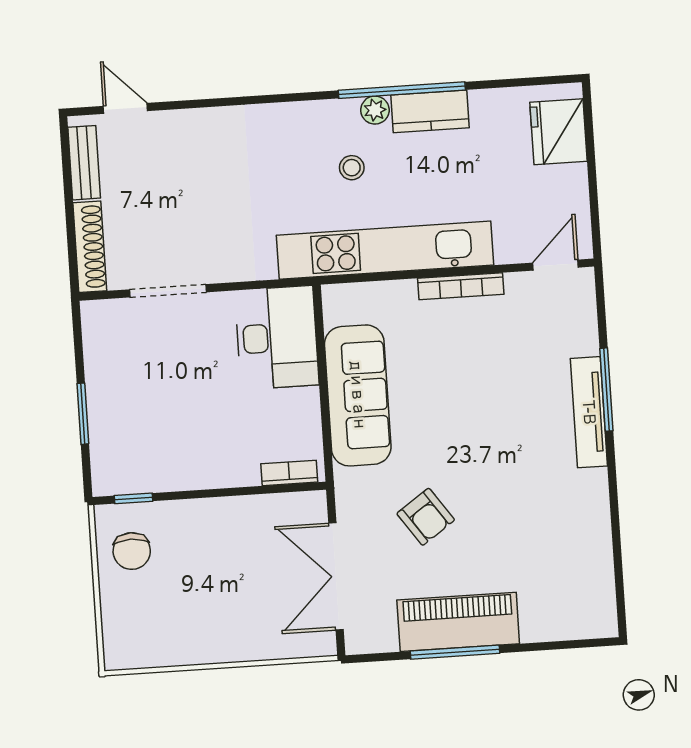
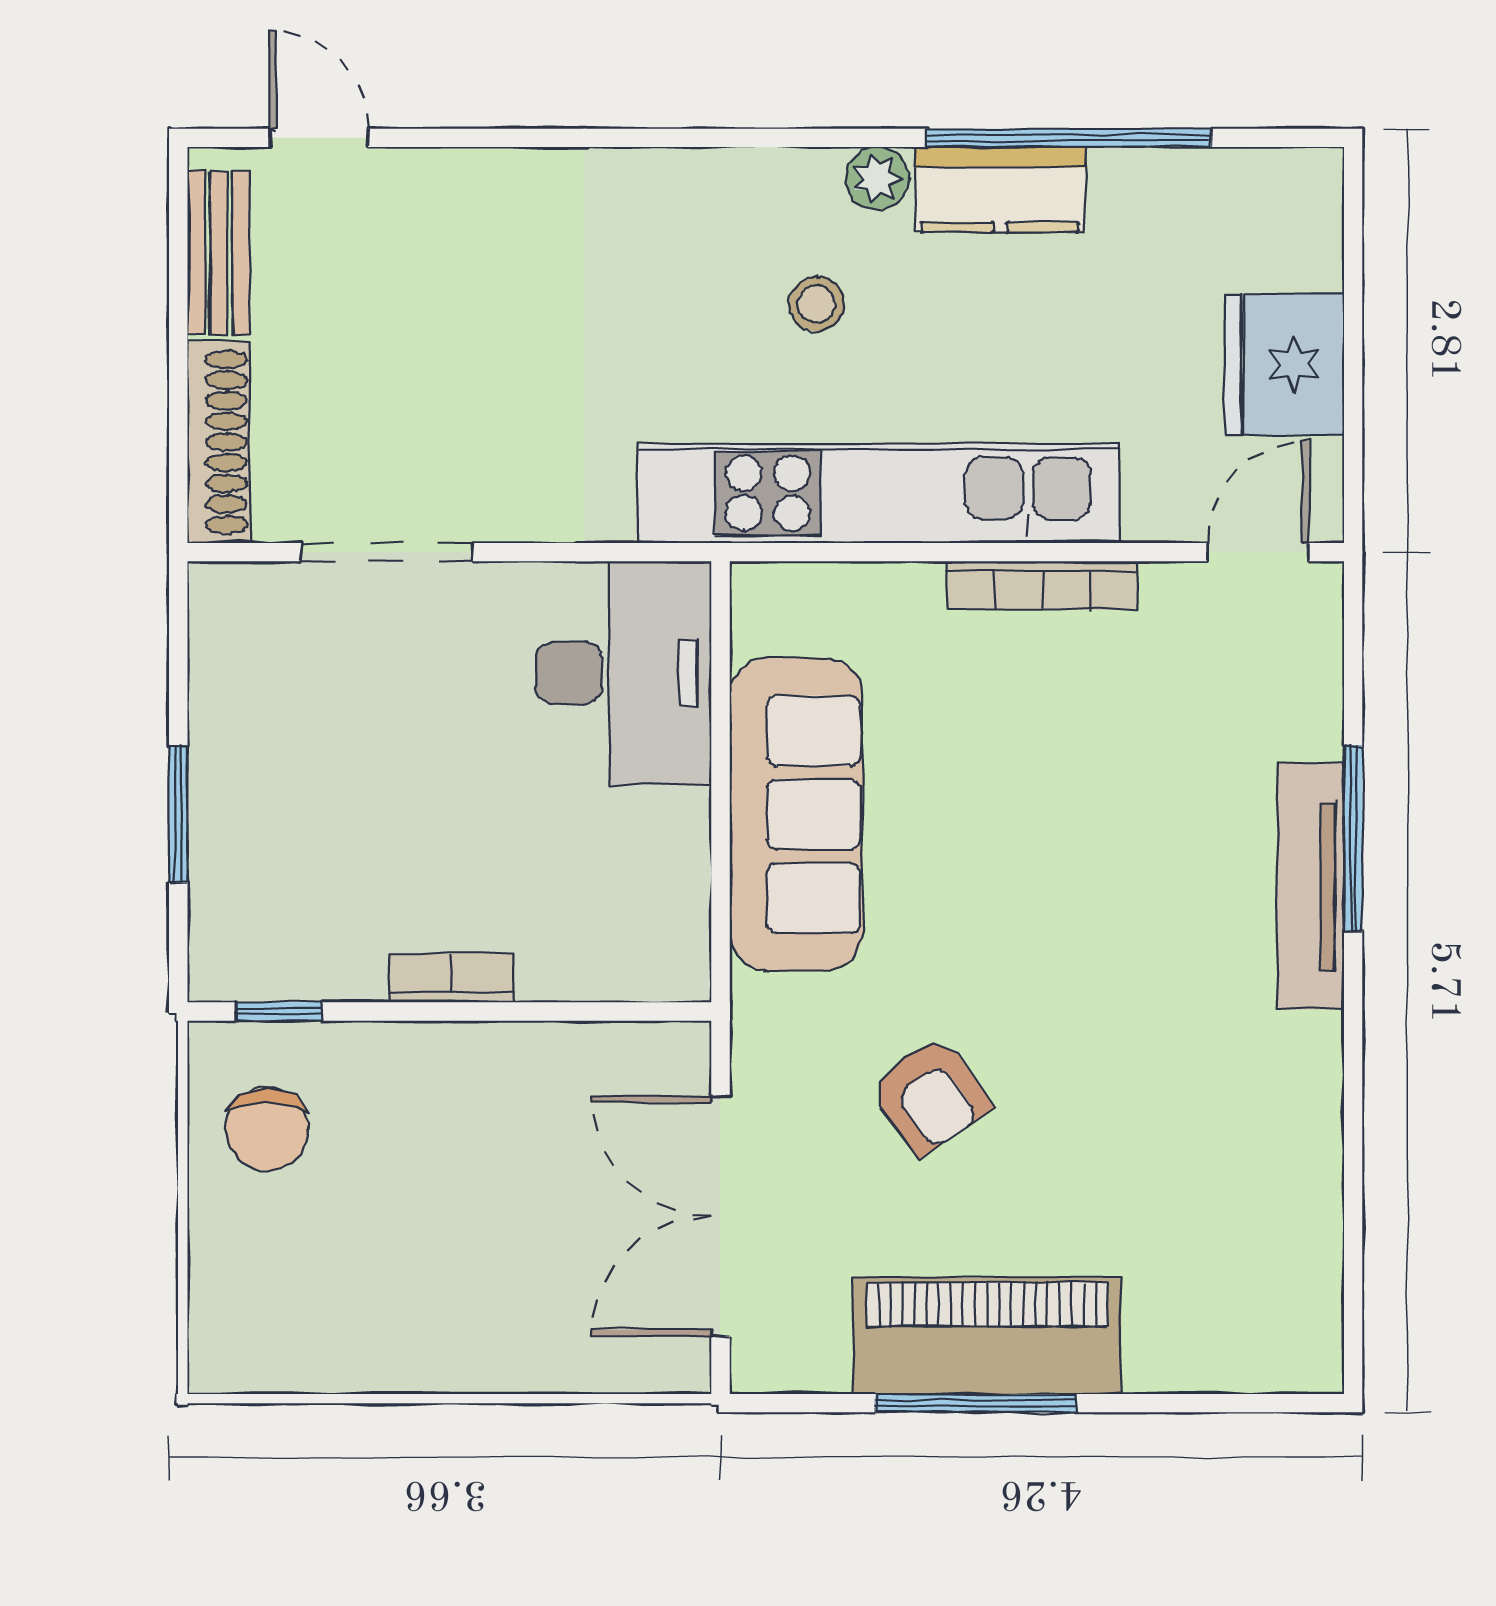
window: (402, 90) -> (1069, 138), moved
fridge: (558, 132) -> (1284, 364), moved
bookcase: (289, 473) -> (452, 978), moved

